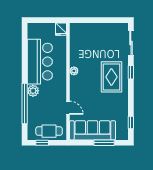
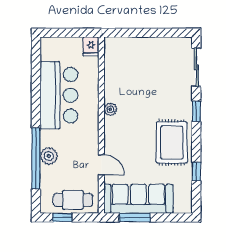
rug: (111, 77) -> (172, 142), moved
plant: (33, 91) -> (49, 156), moved
window: (131, 122) -> (196, 172), moved
window: (104, 143) -> (135, 217), moved

